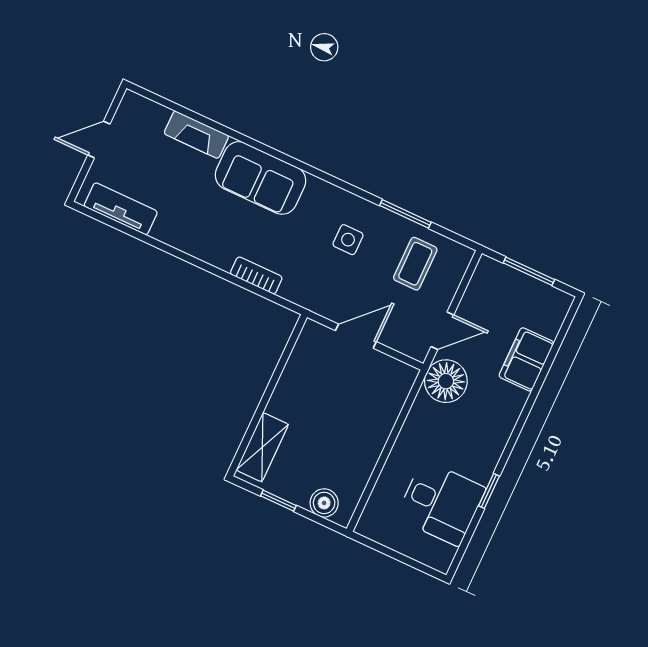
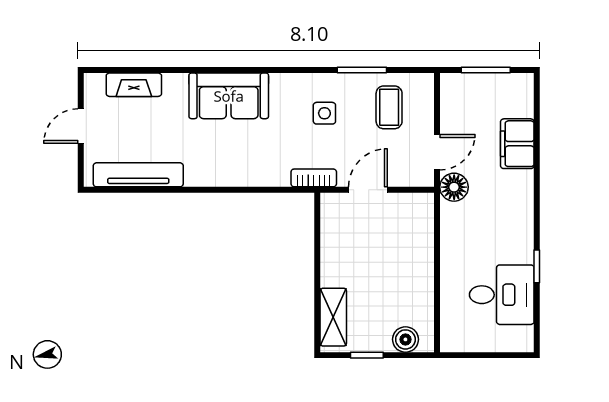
fireplace: (196, 135) -> (134, 85), moved
tv unit: (121, 209) -> (138, 175), width x1.41
bookcase: (256, 275) -> (314, 178), moved
floor lamp: (446, 381) -> (454, 187), width x0.73, depth x0.73

